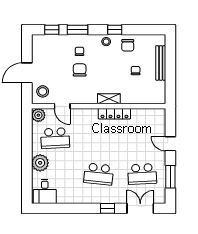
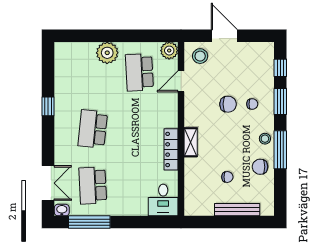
window: (115, 30) -> (280, 150), width x2.17
door: (170, 144) -> (132, 222), removed
window: (170, 177) -> (89, 222), width x1.44
desk: (45, 191) -> (163, 200), moved, turned -90
washbasin: (161, 198) -> (62, 210), added
window: (107, 208) -> (48, 106), moved

